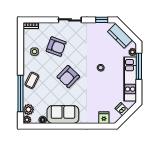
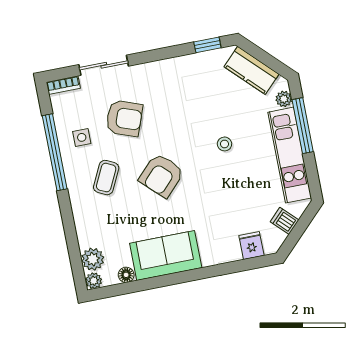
sliding door: (70, 20) -> (104, 65), moved
coffee table: (32, 80) -> (106, 178), moved
window: (20, 94) -> (55, 152), moved

